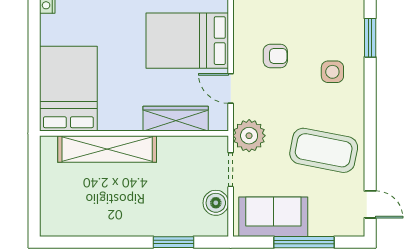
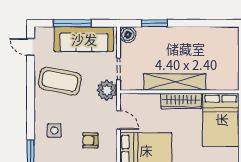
wardrobe: (176, 119) -> (181, 101), moved
shelving: (107, 149) -> (175, 82), moved
boiler: (216, 203) -> (128, 35), moved
sofa: (273, 217) -> (84, 39), width x1.36

